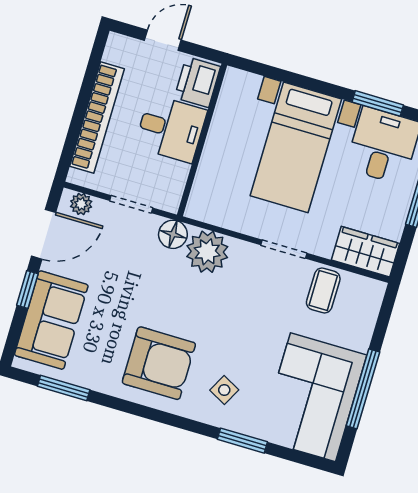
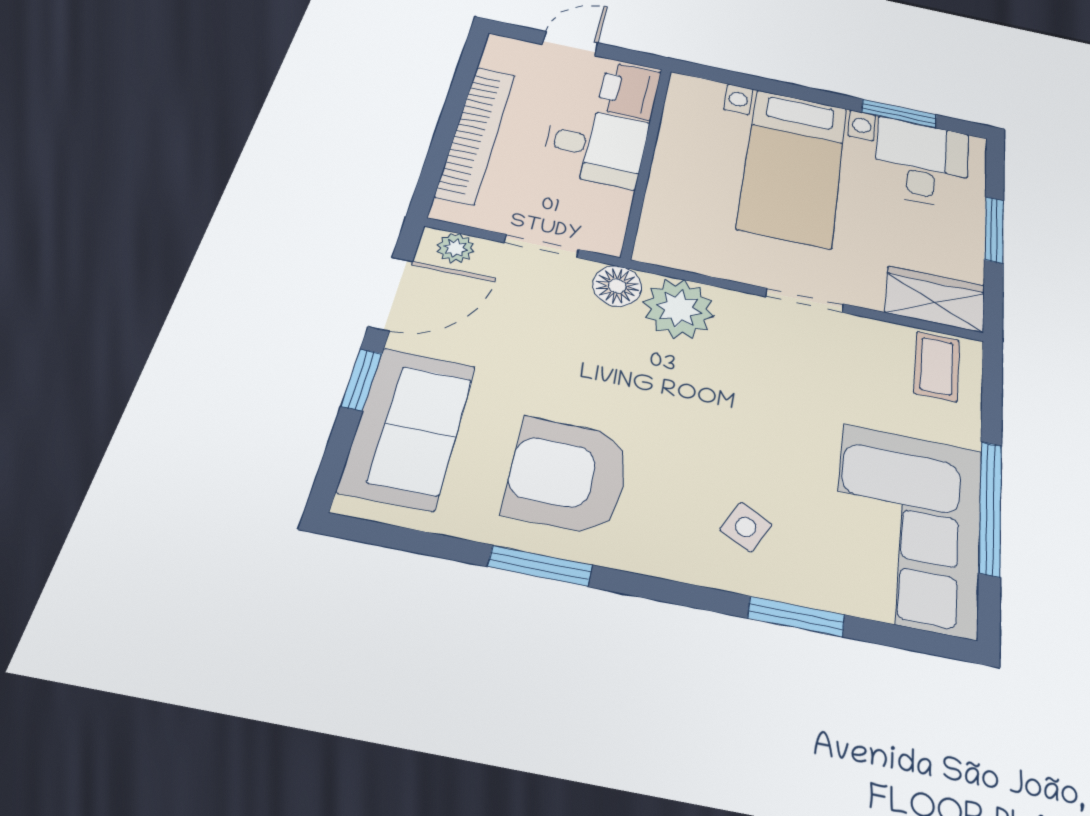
coffee table: (323, 291) -> (937, 366), moved
armchair: (159, 363) -> (568, 475), moved, turned 180
window: (64, 388) -> (540, 566), moved

